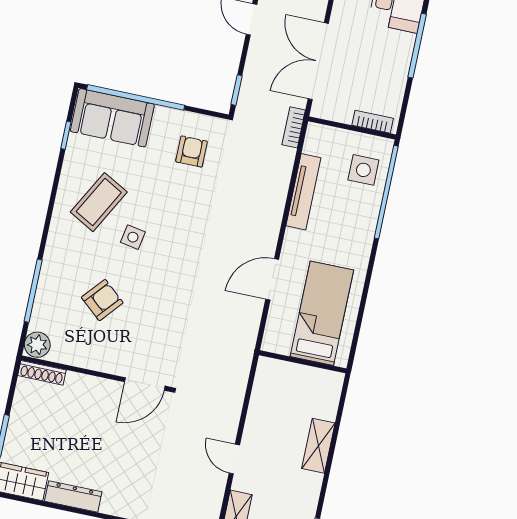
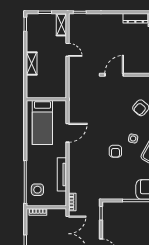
armchair: (192, 151) -> (115, 151), moved

